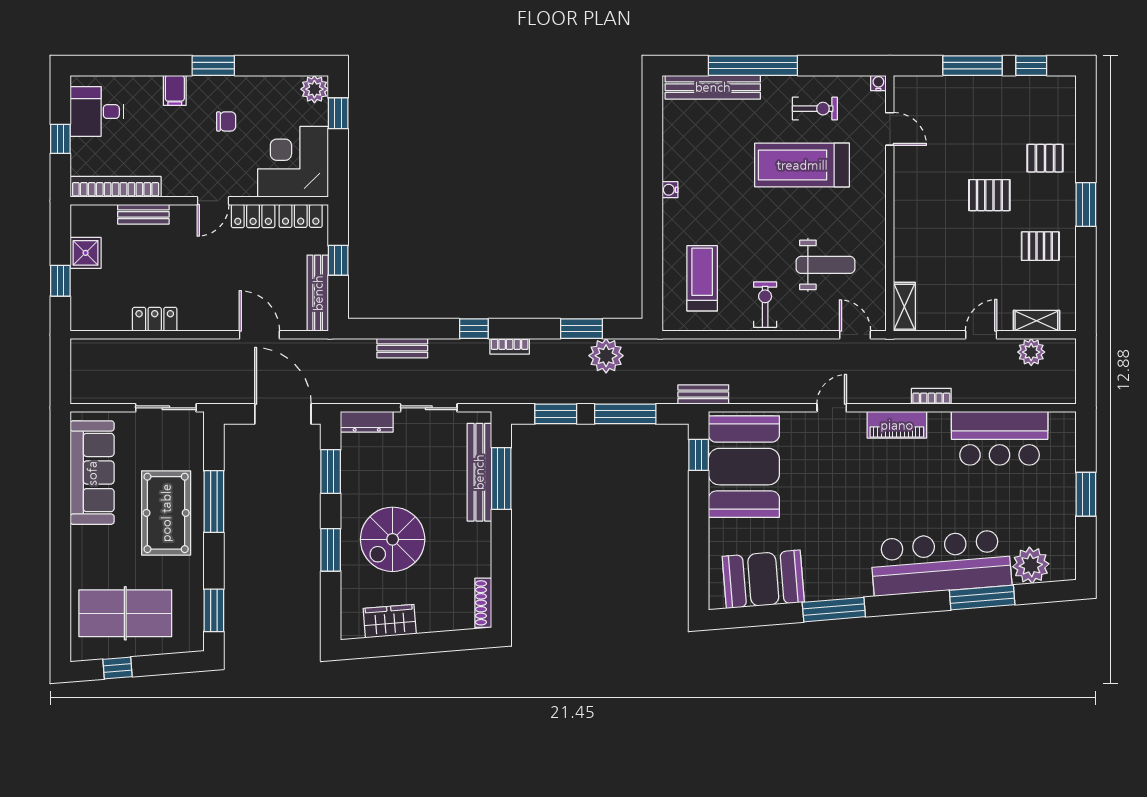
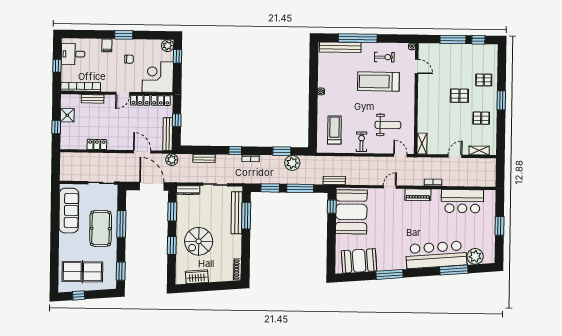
plant: (1031, 352) -> (172, 160), moved

